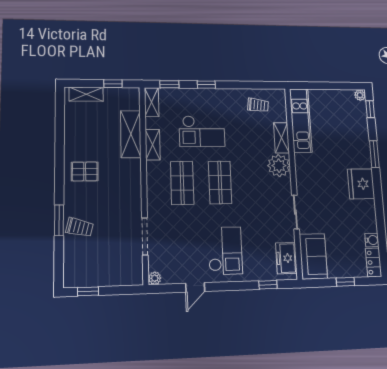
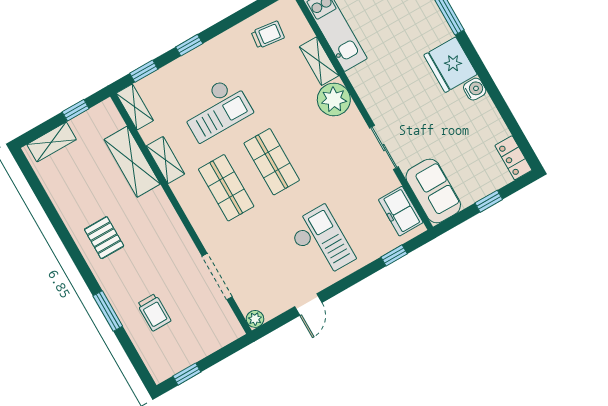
pallet: (85, 171) -> (104, 238), turned 90
trolley: (80, 227) -> (154, 312), moved, turned 76
water cooler: (372, 240) -> (475, 89), moved

